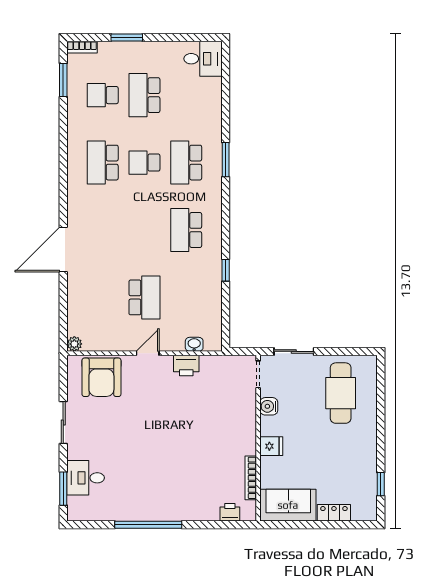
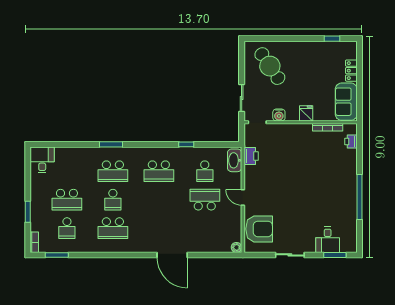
school desk: (186, 297) -> (205, 171), added
washbasin: (194, 344) -> (235, 160), width x1.91, depth x1.45
printer: (186, 366) -> (251, 156), moved
cafe table: (341, 393) -> (270, 66), turned 56

